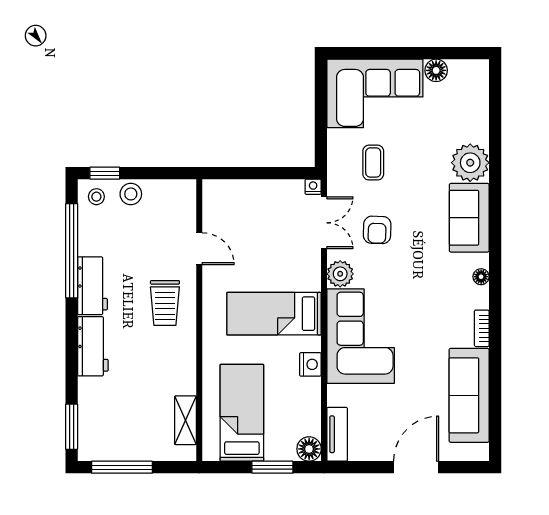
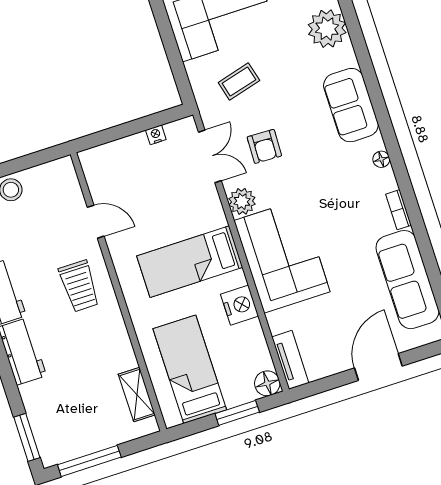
coffee table: (373, 163) -> (239, 81), turned 75
plant: (470, 163) -> (327, 29), moved
nightstand: (313, 187) -> (156, 135), moved
nightstand: (310, 364) -> (240, 305), width x1.36, depth x1.33

